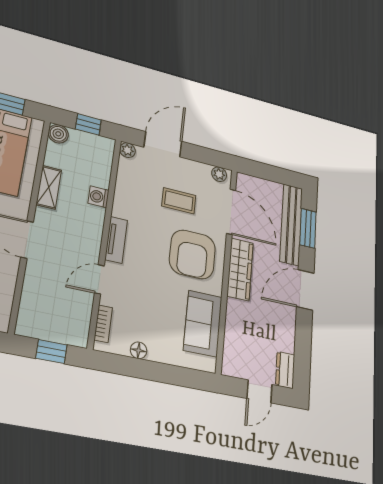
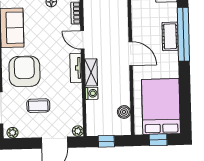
boiler: (58, 134) -> (124, 112), moved
shelving: (49, 187) -> (91, 72), moved
door: (99, 279) -> (82, 40), swing flipped

